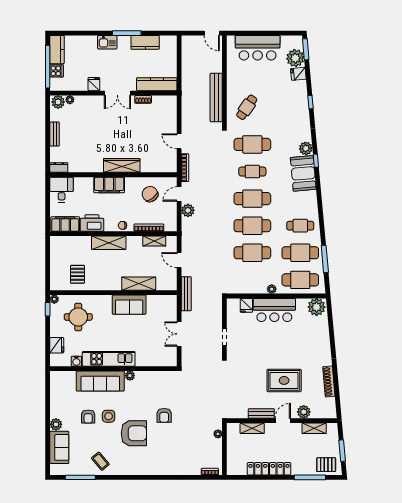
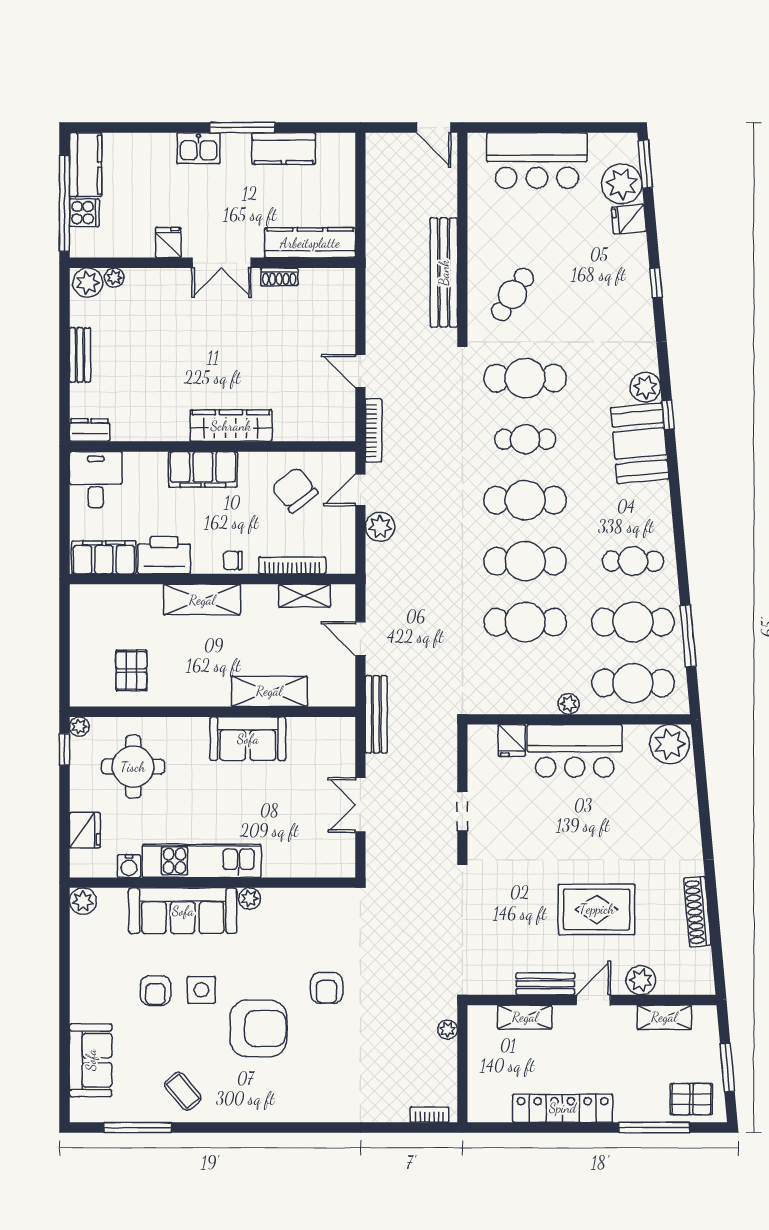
plant: (56, 424) -> (83, 901), moved

